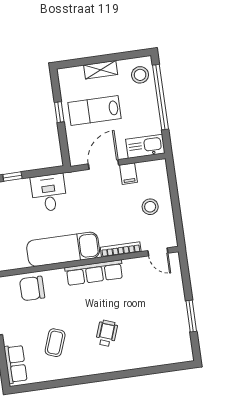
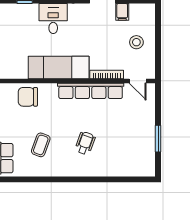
row of seats: (94, 273) -> (91, 91), width x1.36

